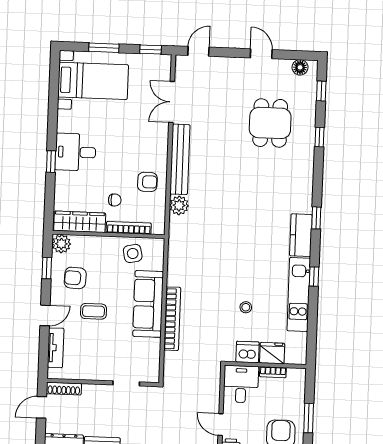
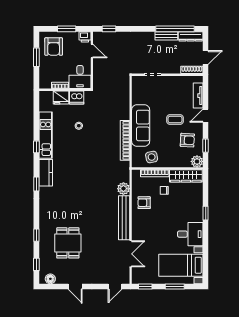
desk: (75, 152) -> (190, 234), moved
bookcase: (172, 319) -> (125, 140), moved

